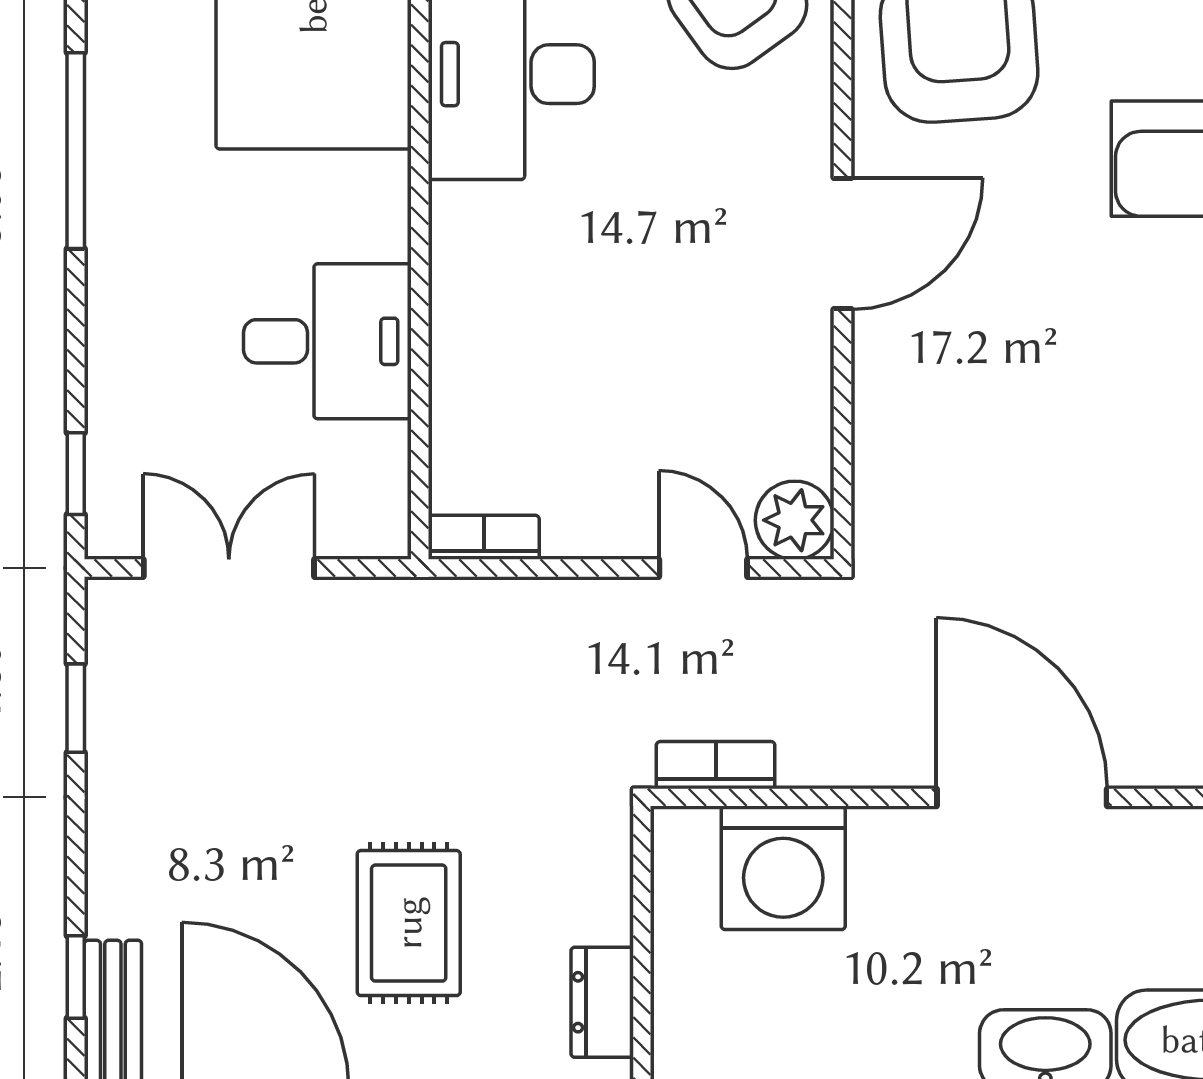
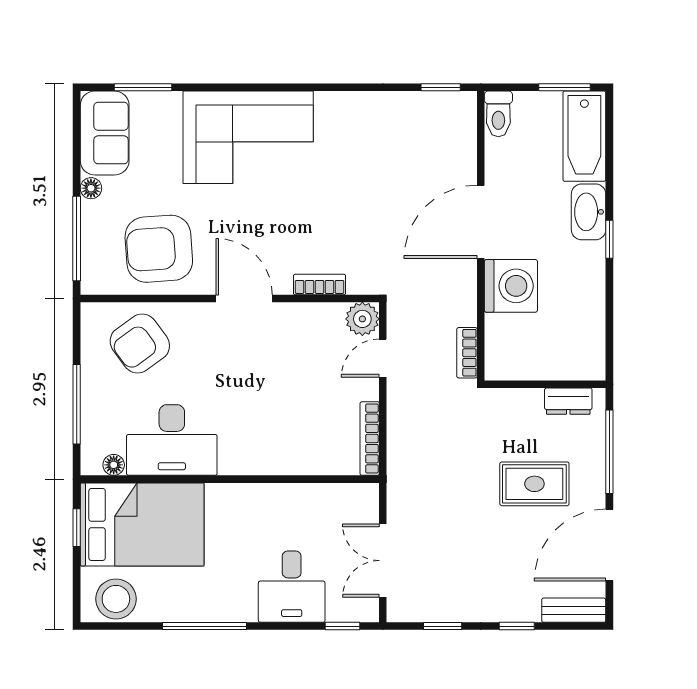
desk: (327, 341) -> (292, 587), moved, turned 180
bookcase: (875, 420) -> (320, 284), added
bookcase: (484, 537) -> (370, 438), width x1.56
washing machine: (783, 868) -> (511, 286), moved
window: (76, 977) -> (517, 626), moved

